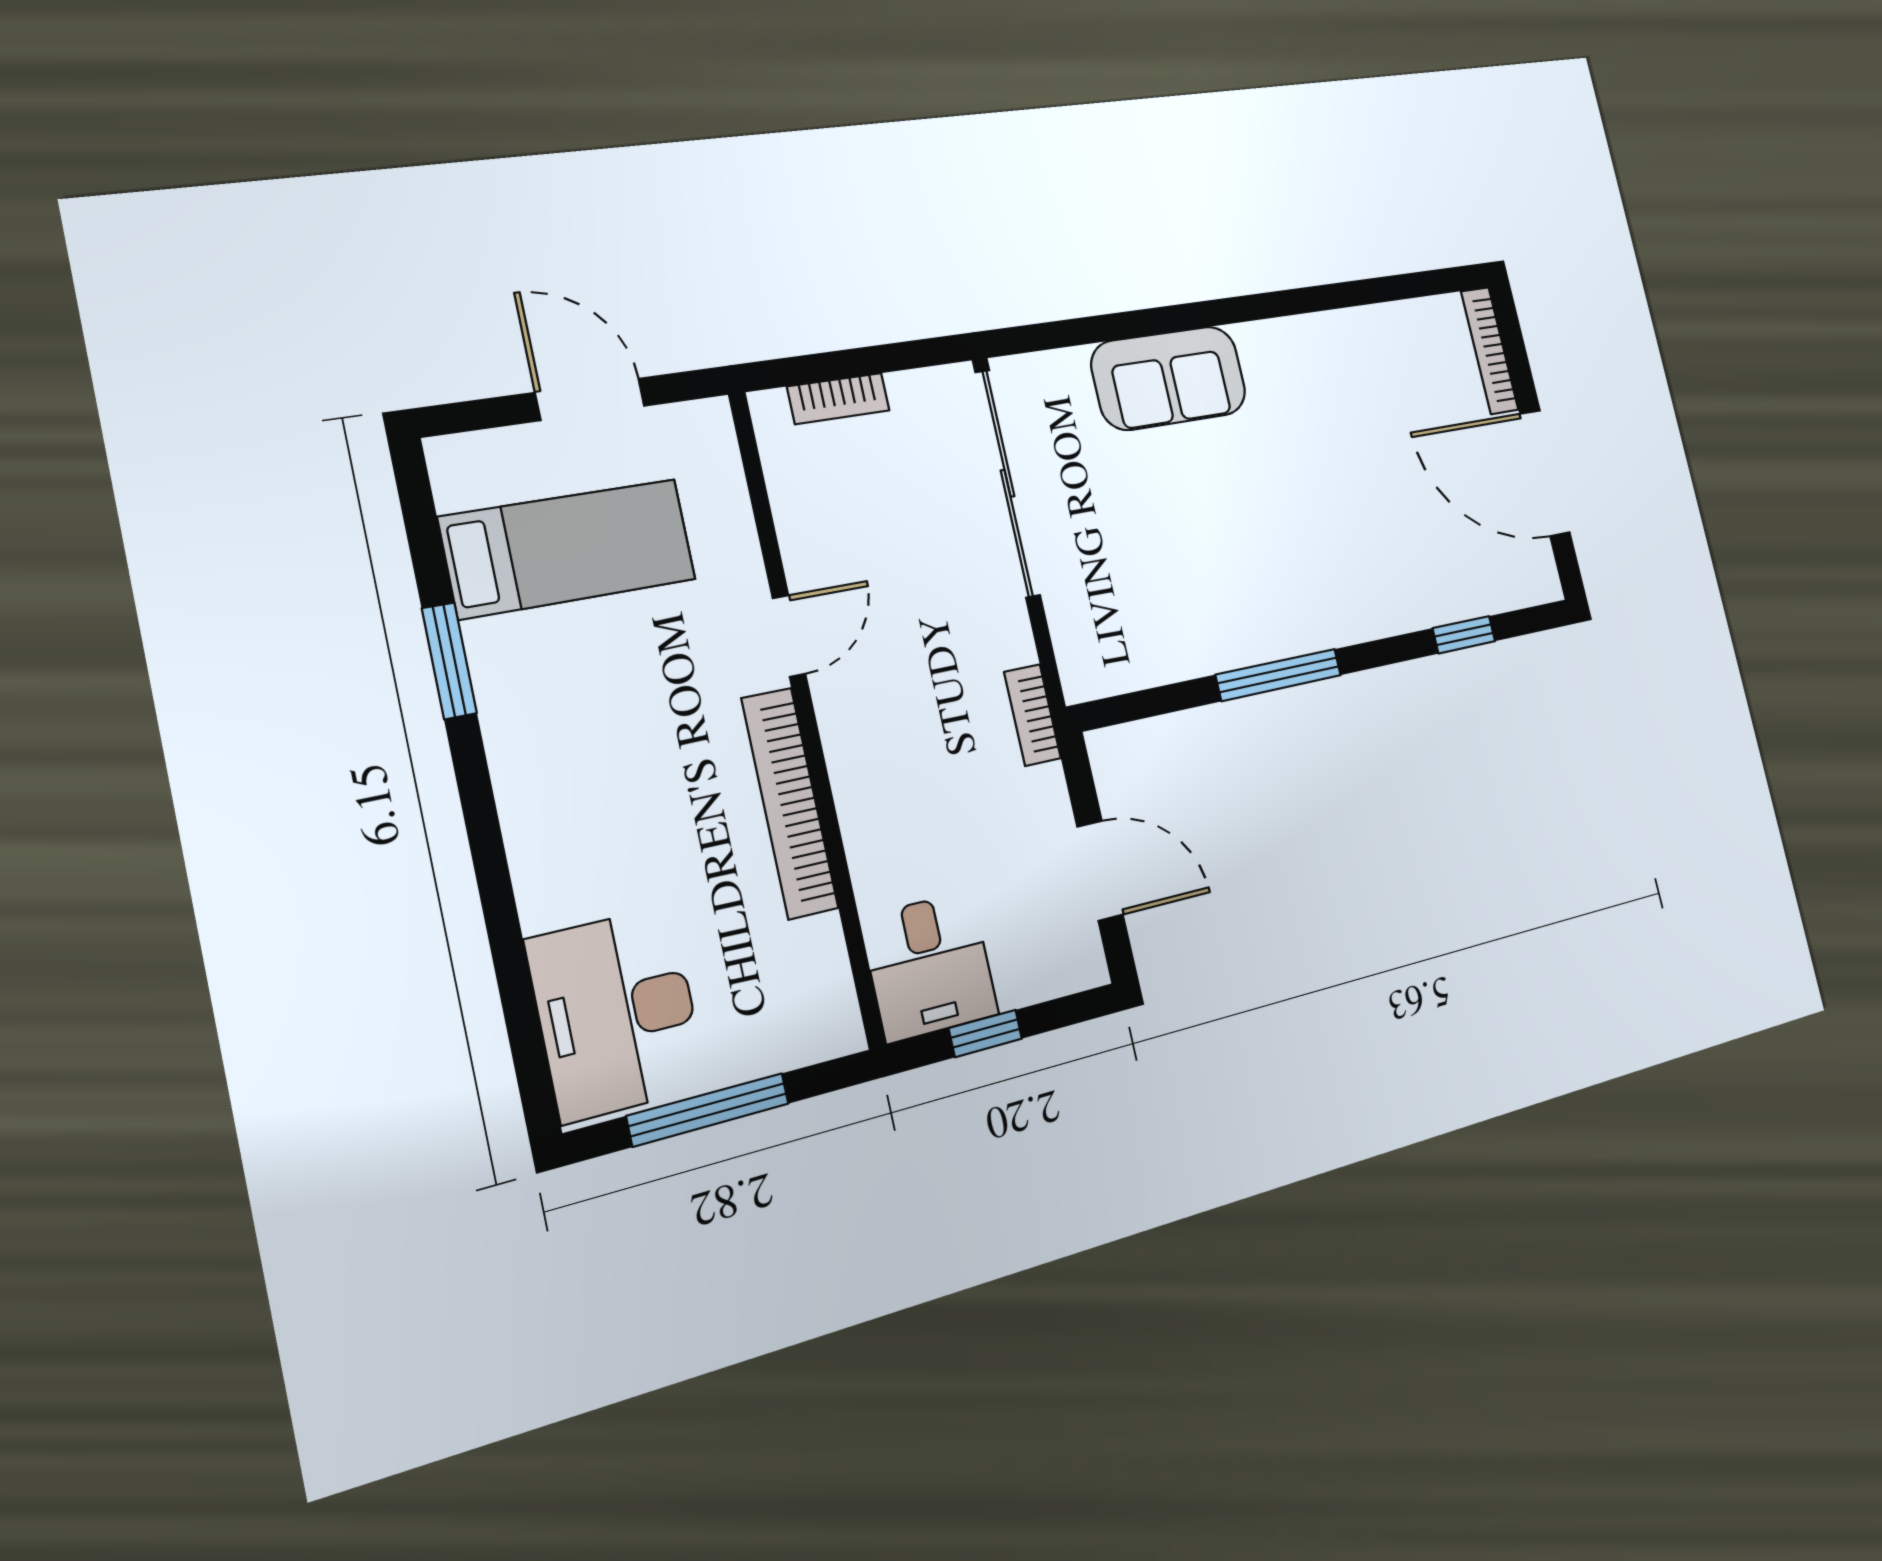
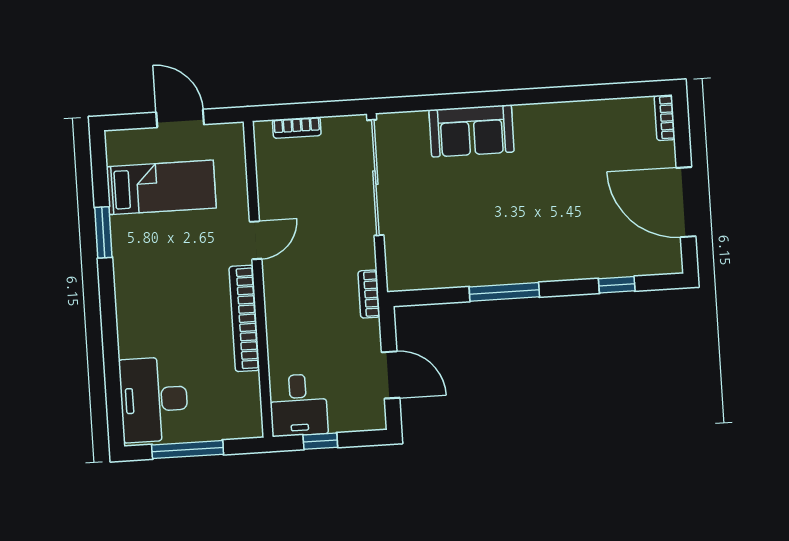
bookcase: (1490, 350) -> (665, 118), width x0.64

